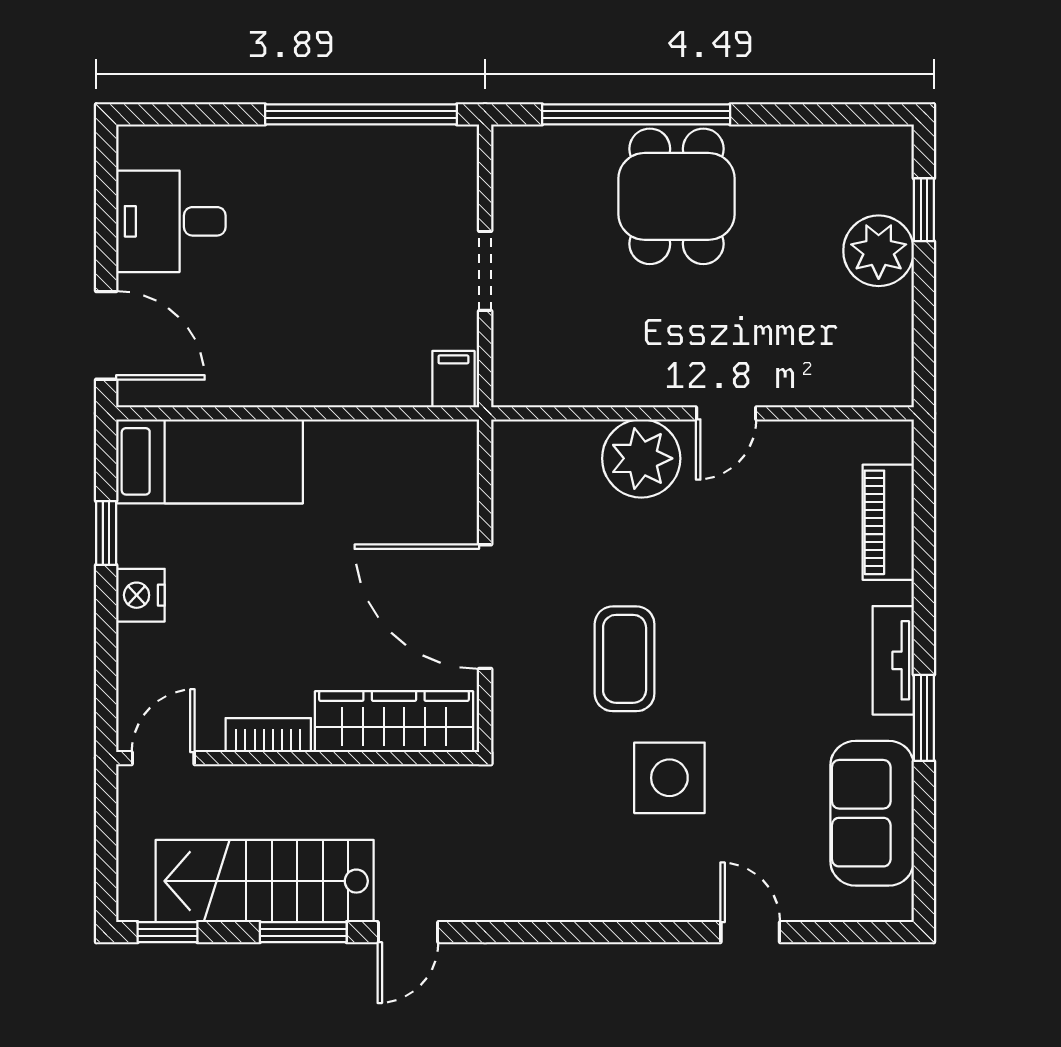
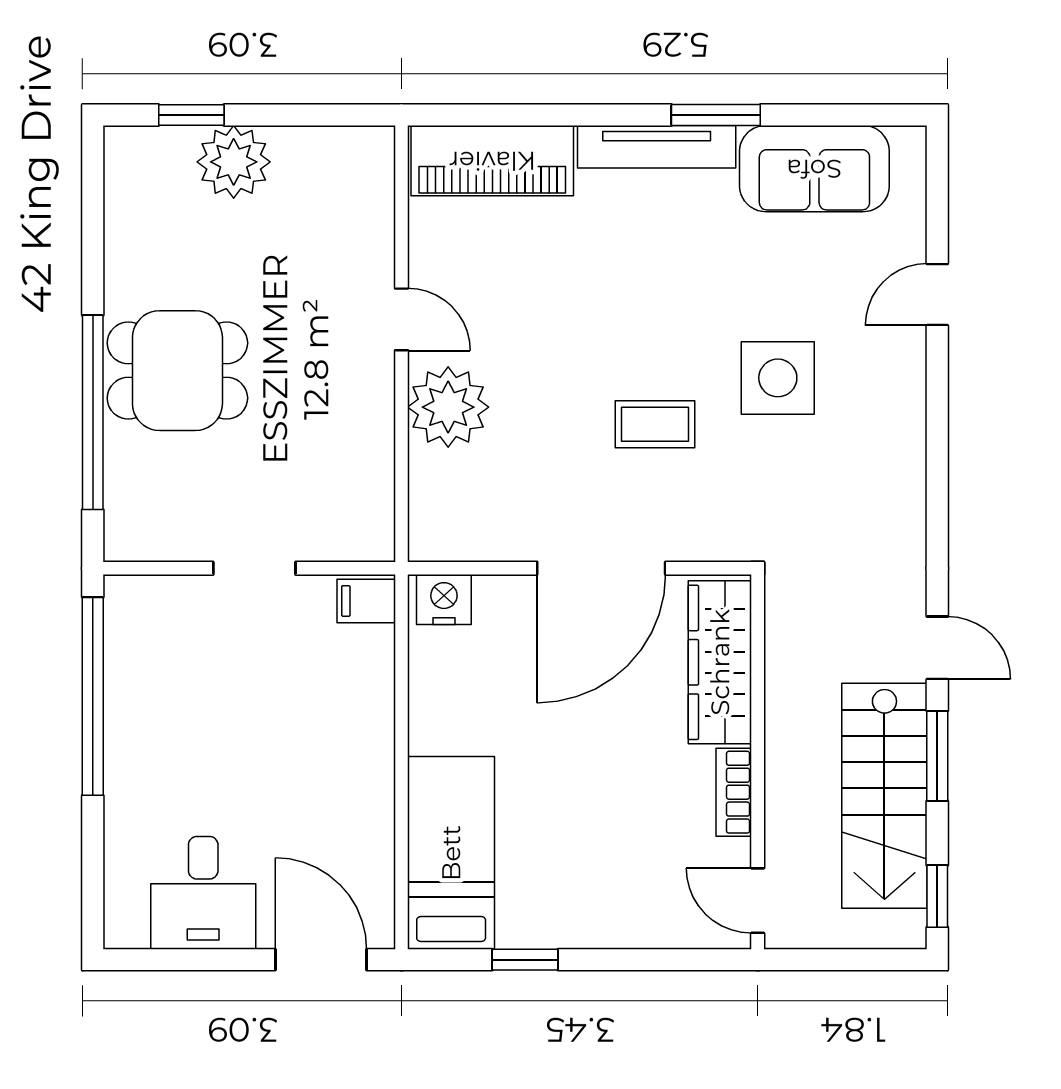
door: (106, 335) -> (321, 960), hinge flipped
piano: (888, 522) -> (492, 161), width x1.37, depth x1.33
nightstand: (140, 595) -> (444, 600), moved, turned 180
coffee table: (625, 659) -> (655, 424), width x0.73, depth x0.77
tv unit: (893, 660) -> (657, 147), width x1.41

